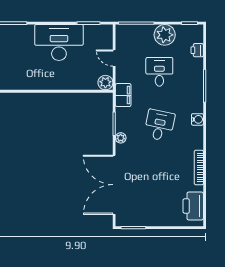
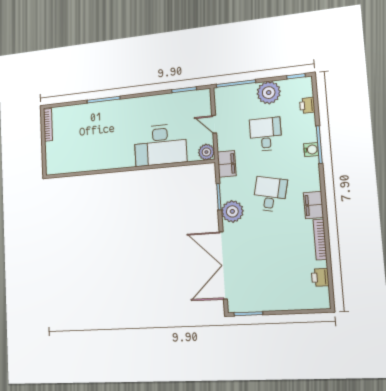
desk: (59, 42) -> (160, 145), moved, turned 180
water cooler: (197, 119) -> (311, 150), moved
plant: (121, 138) -> (232, 211), width x1.88, depth x1.88
filing cabinet: (196, 138) -> (313, 205), added
printer: (193, 206) -> (320, 277), width x0.53, depth x0.68

